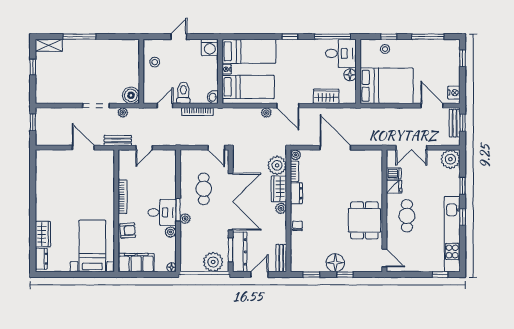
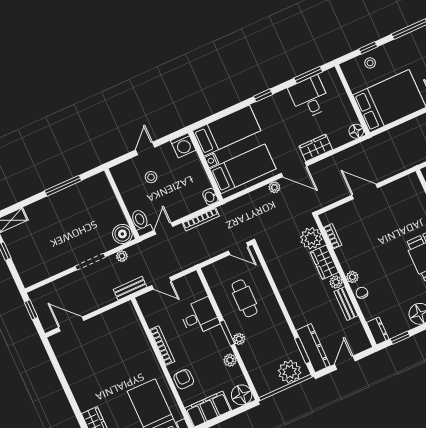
window: (79, 37) -> (63, 186), moved
window: (332, 37) -> (308, 75), width x0.69
desk: (341, 53) -> (310, 97), moved, turned -90
stool: (155, 62) -> (151, 177), moved
floor lamp: (350, 75) -> (356, 131), moved
toilet: (183, 93) -> (141, 222), moved
wardrobe: (326, 96) -> (316, 148), moved
door: (83, 148) -> (71, 324), moved
door: (144, 148) -> (161, 283), hinge flipped
door: (335, 148) -> (365, 191), width x0.73
plant: (296, 155) -> (352, 277), moved
dresser: (296, 193) -> (378, 331), moved
double door: (231, 202) -> (279, 299), removed
desk: (162, 212) -> (199, 317), moved
armchair: (128, 231) -> (184, 379), turned -86
bench: (281, 258) -> (346, 304), moved
floor lamp: (171, 267) -> (242, 395), width x1.89, depth x1.89

